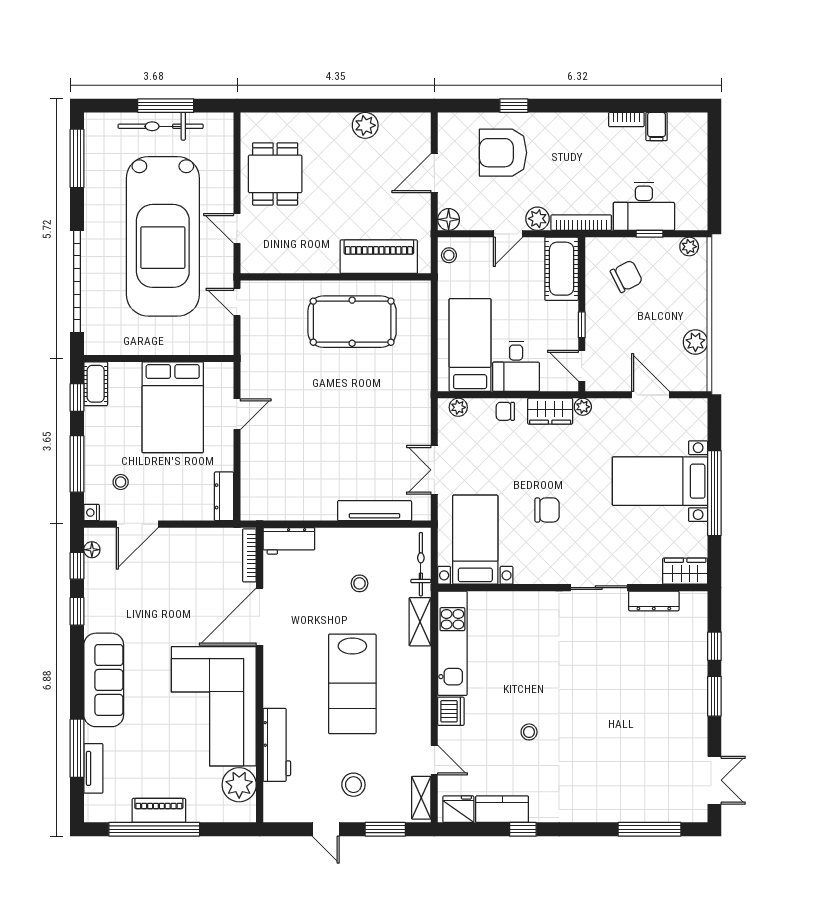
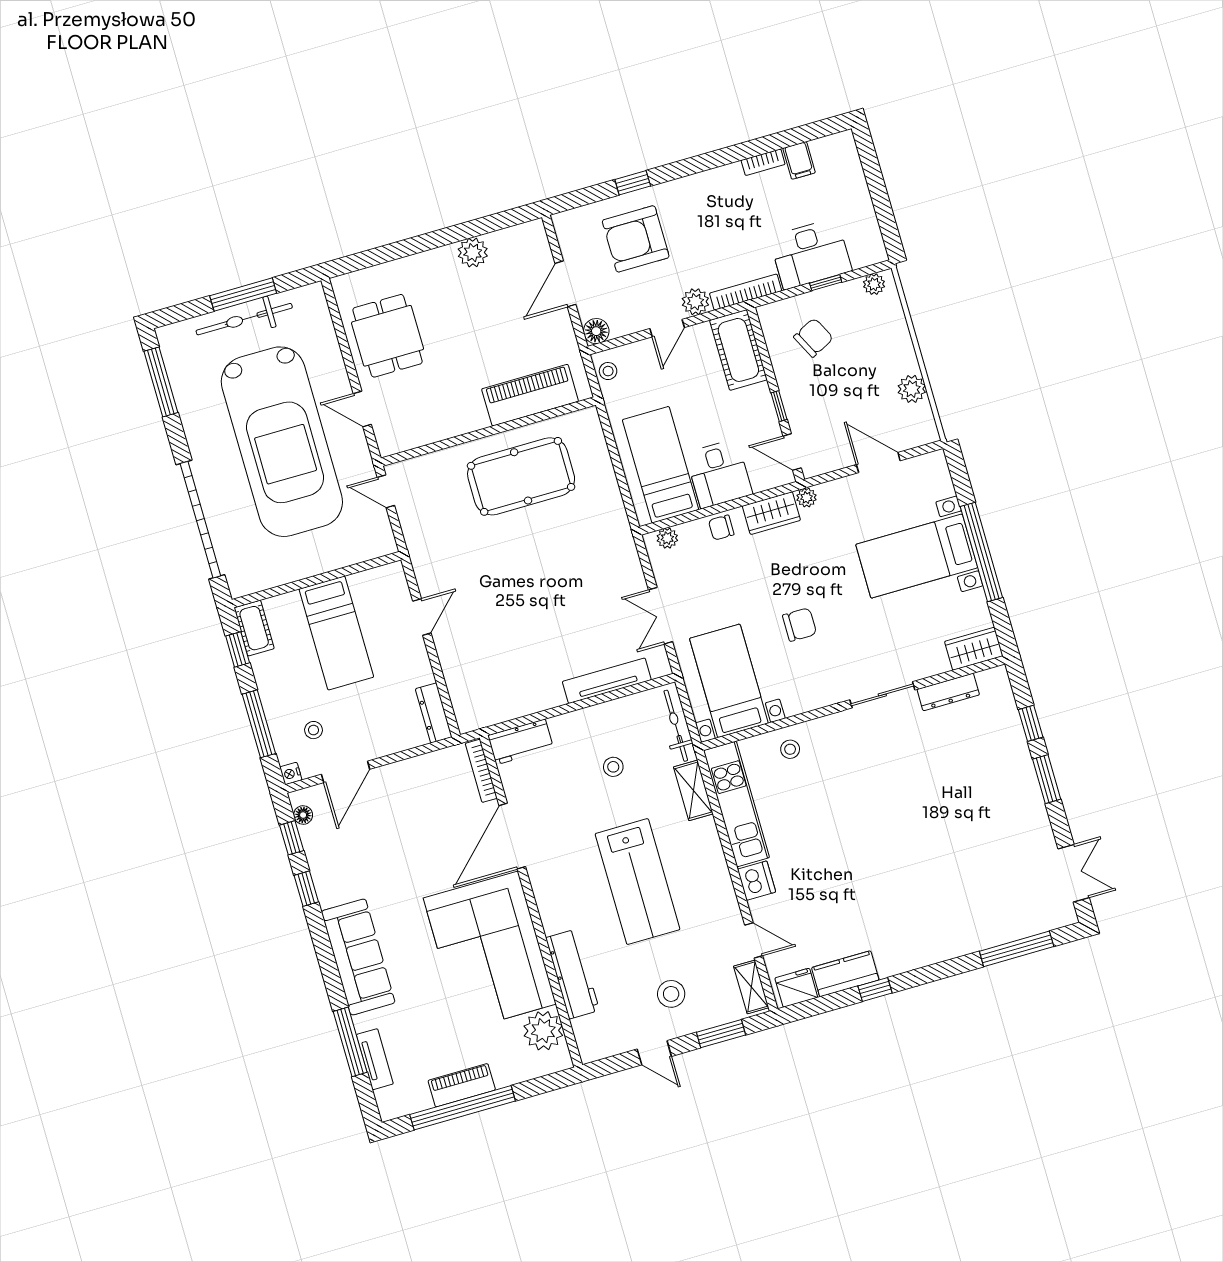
bed: (173, 407) -> (336, 633), width x0.67
stool: (529, 732) -> (790, 749), moved

